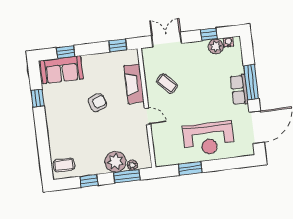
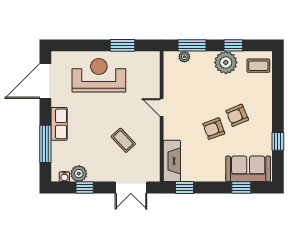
window: (251, 82) -> (45, 144), moved
fireplace: (134, 84) -> (172, 161), moved
coffee table: (167, 84) -> (123, 140), moved
armchair: (78, 117) -> (237, 115), added
plant: (115, 162) -> (226, 62), moved

